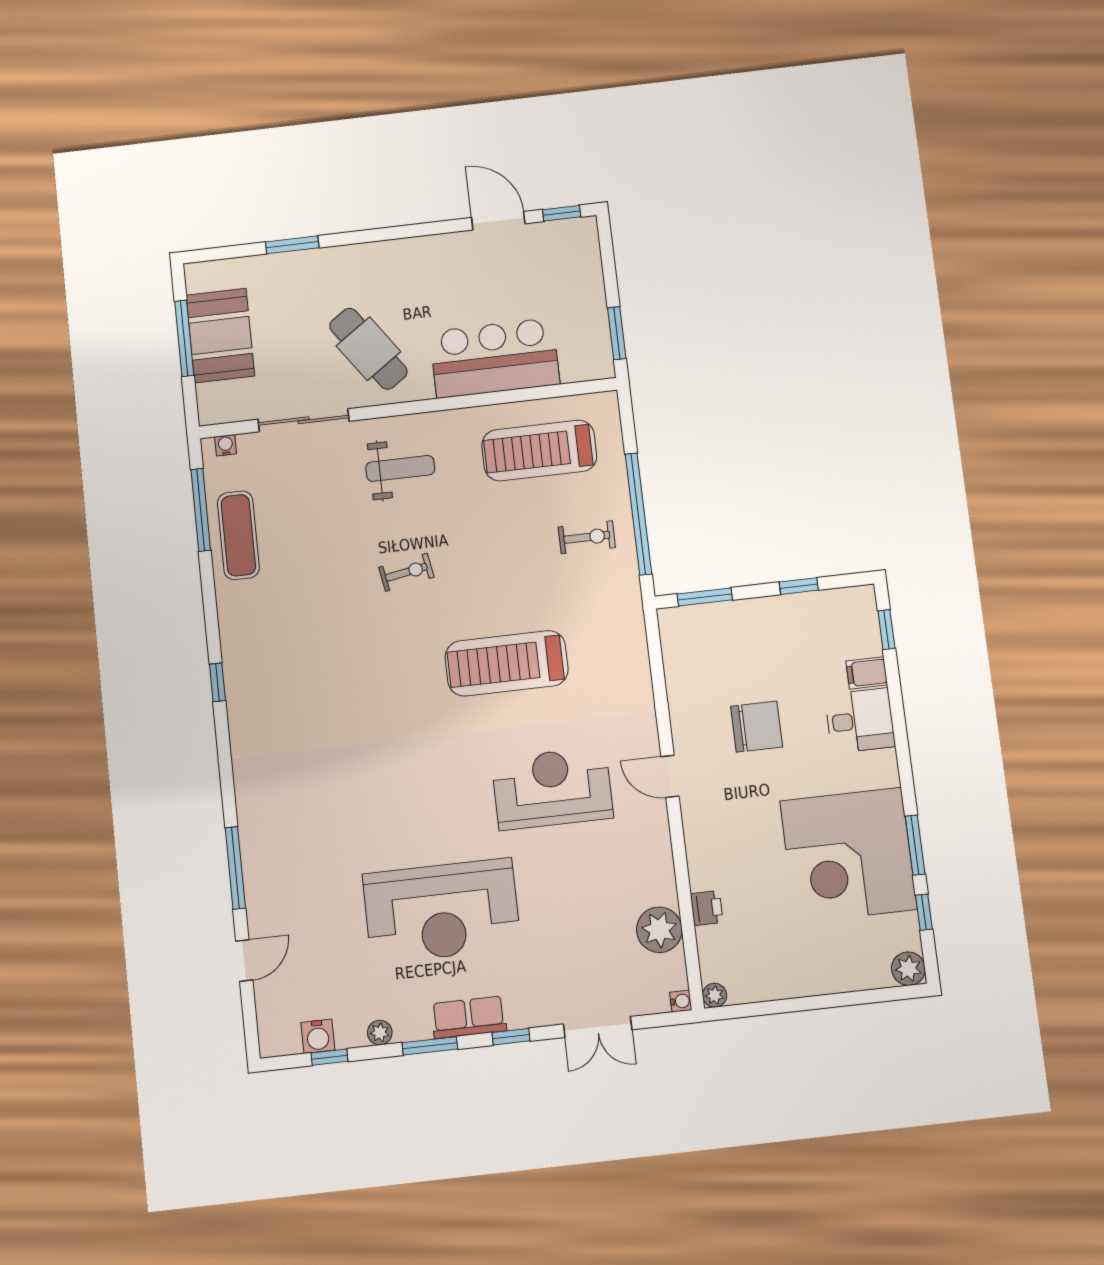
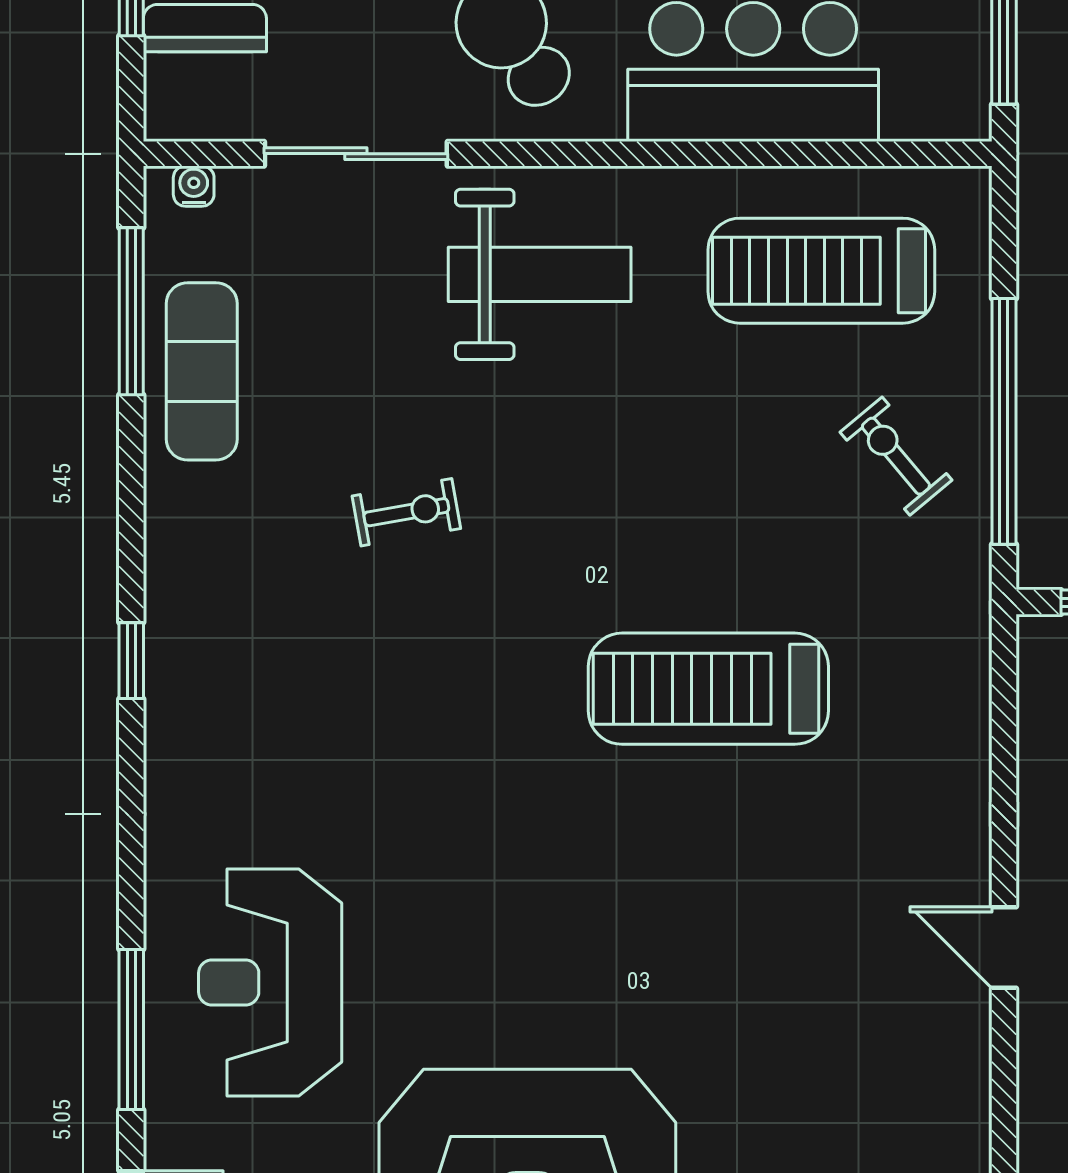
weight bench: (400, 468) -> (540, 274), width x1.36, depth x1.33
exercise bike: (587, 537) -> (896, 456), turned -130
exercise bike: (406, 572) -> (406, 512), moved
reception desk: (552, 788) -> (270, 983), moved, turned -90

